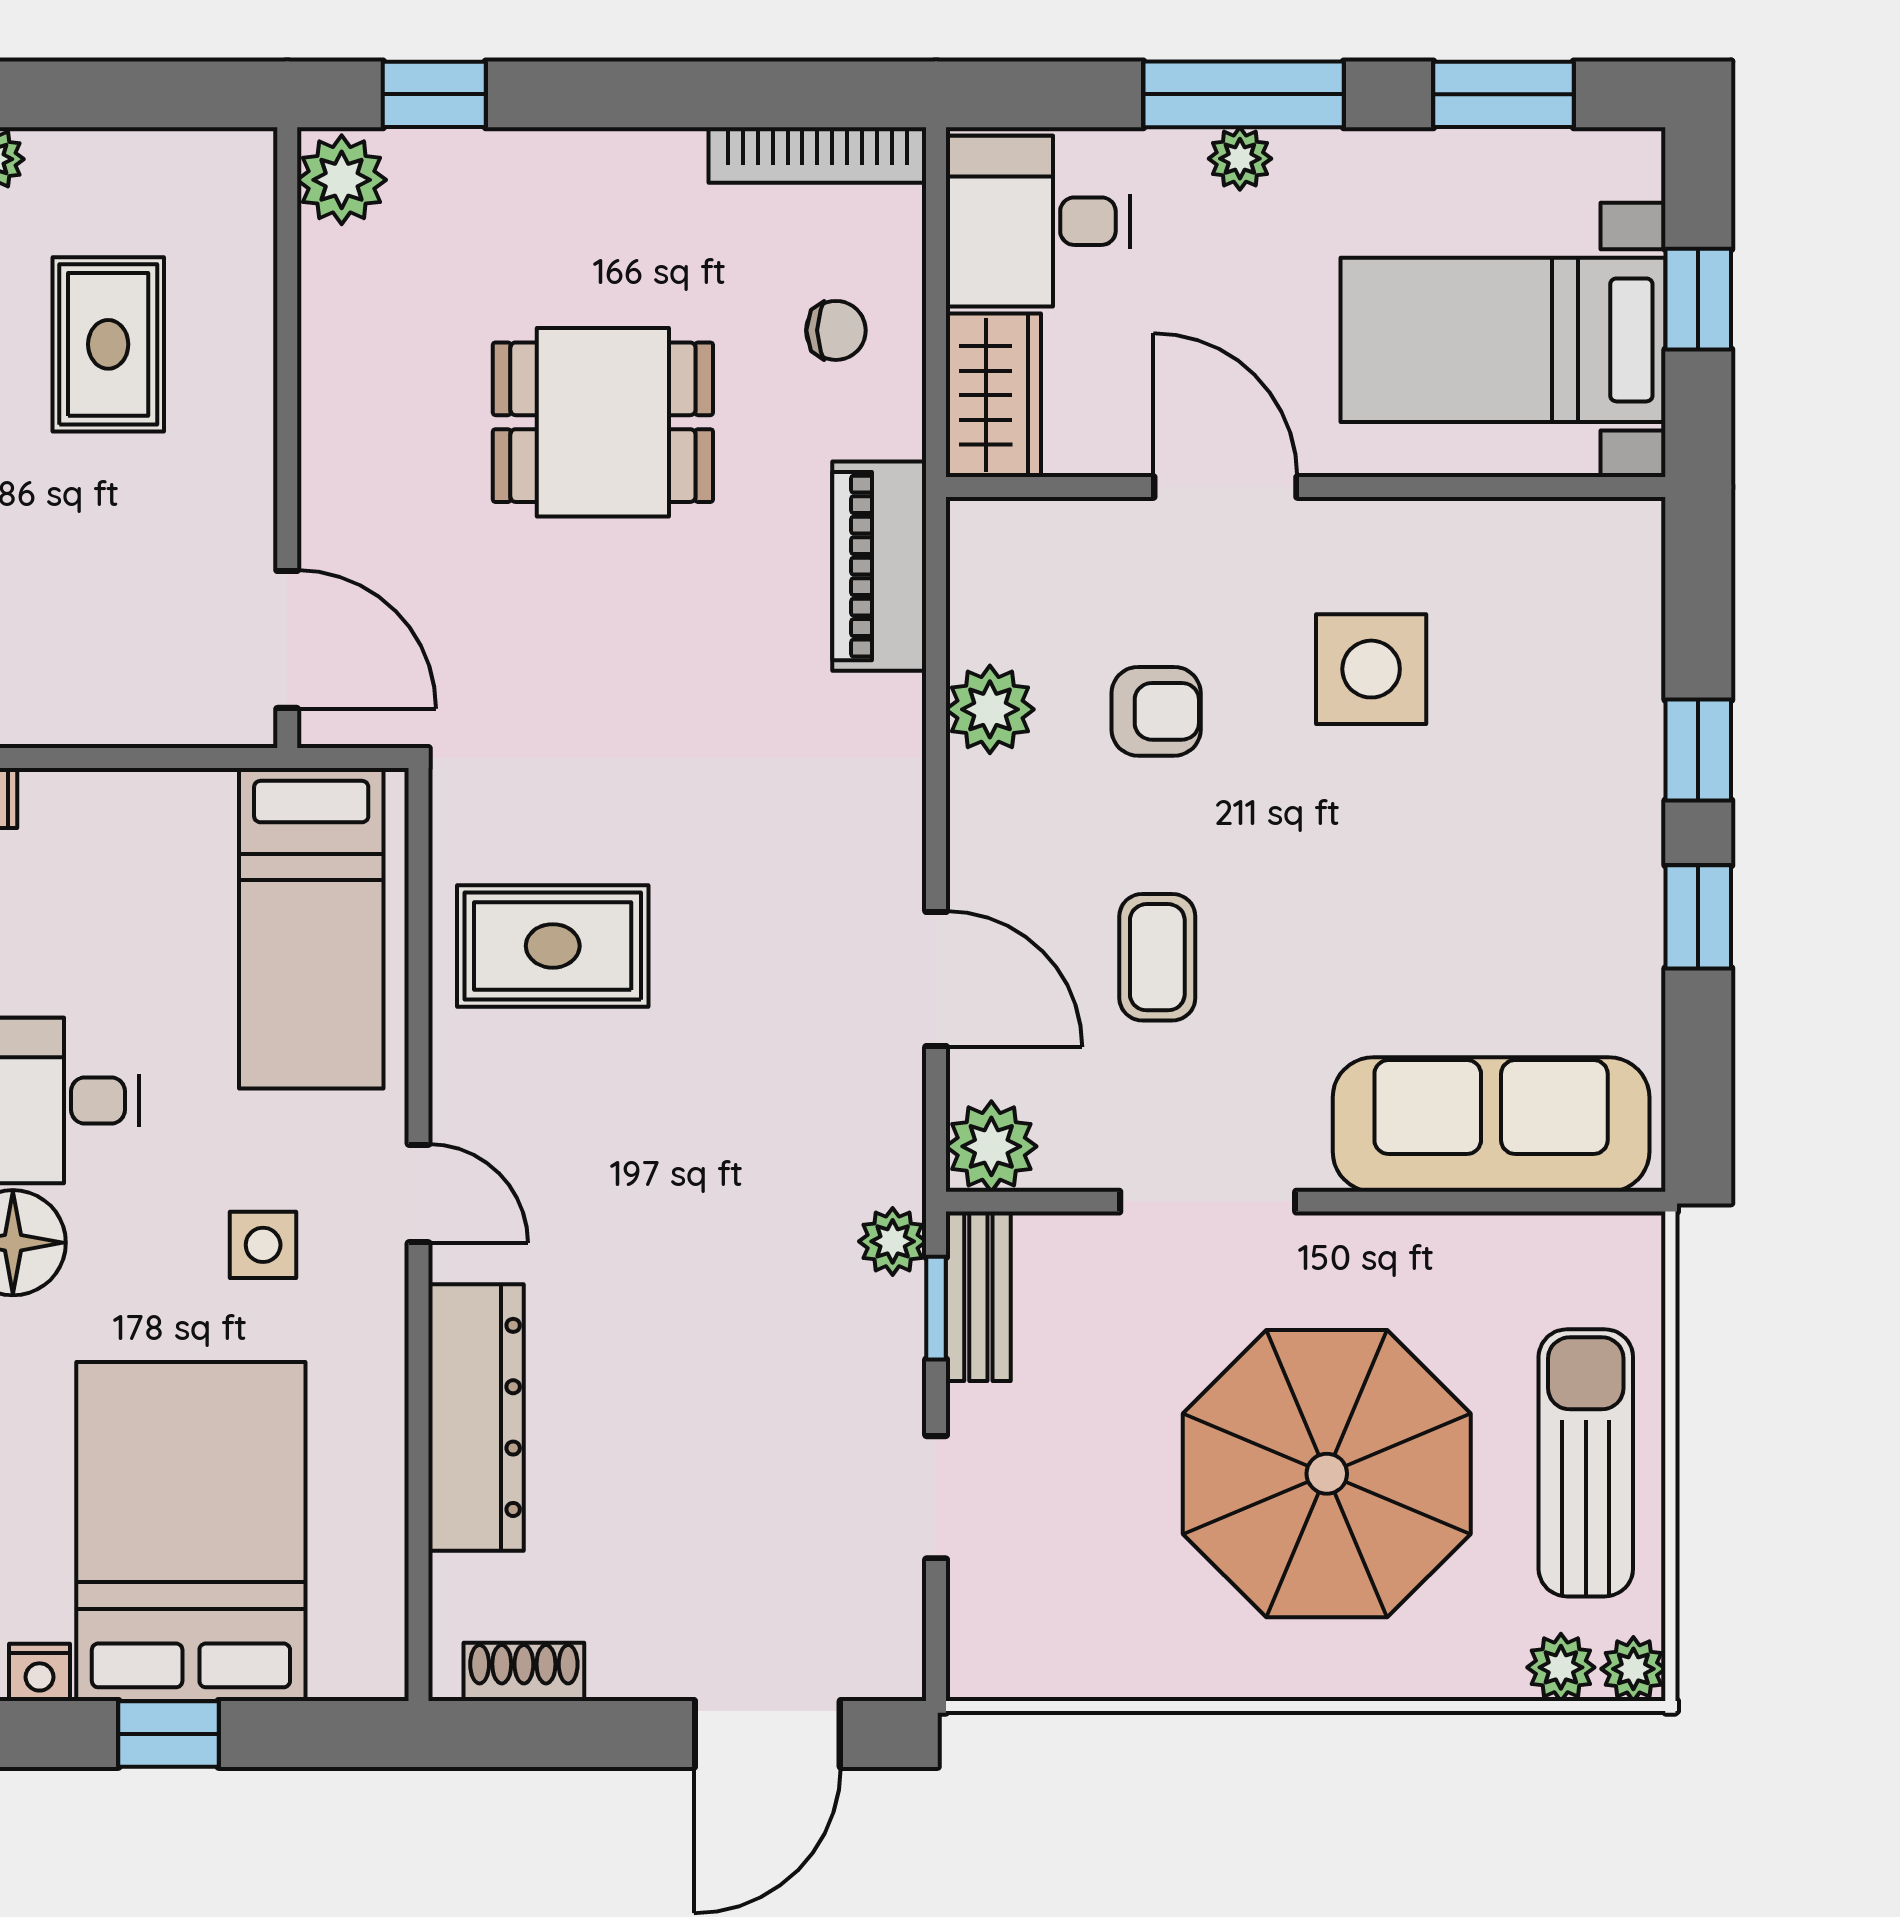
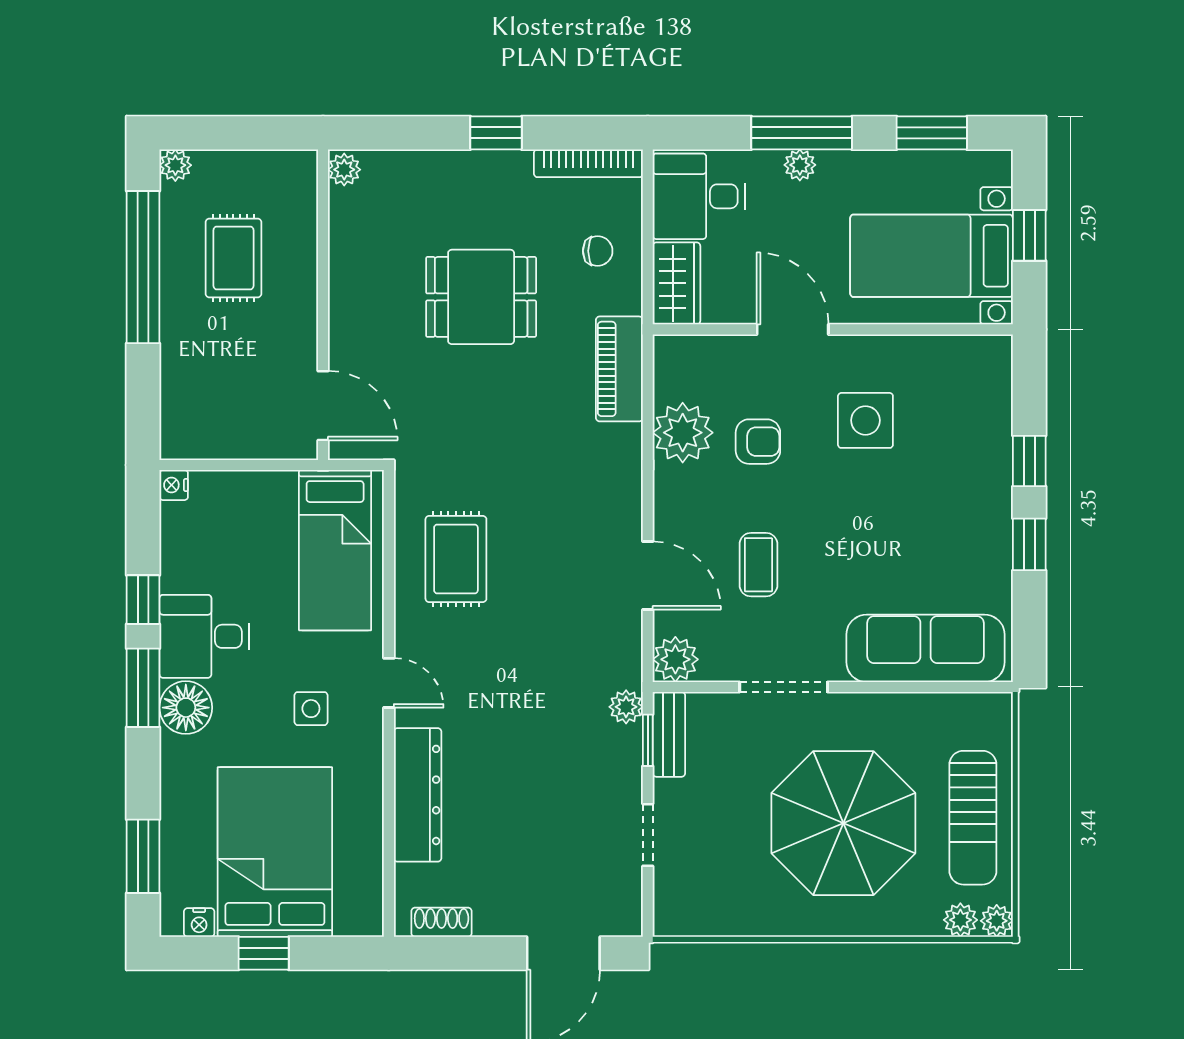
window: (434, 94) -> (496, 133), moved
plant: (342, 180) -> (344, 170), width x0.73, depth x0.73
plant: (990, 709) -> (683, 433), width x1.36, depth x1.36
rug: (553, 946) -> (456, 559), turned 90
sun lounger: (1586, 1463) -> (973, 818), turned 180

